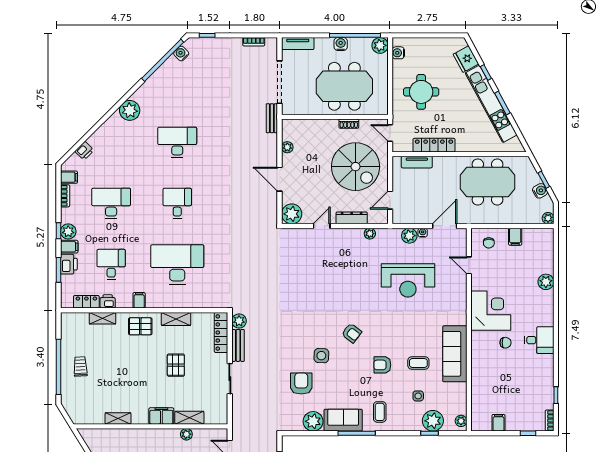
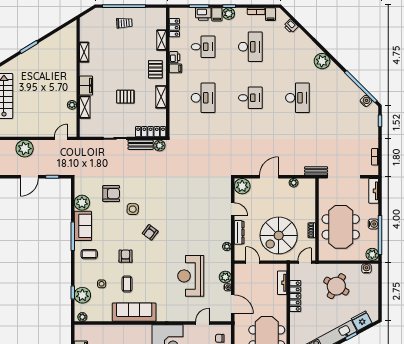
round table: (421, 92) -> (336, 286), turned 31
desk: (177, 264) -> (203, 98), width x0.73, depth x0.77
printer: (108, 301) -> (175, 57), moved

